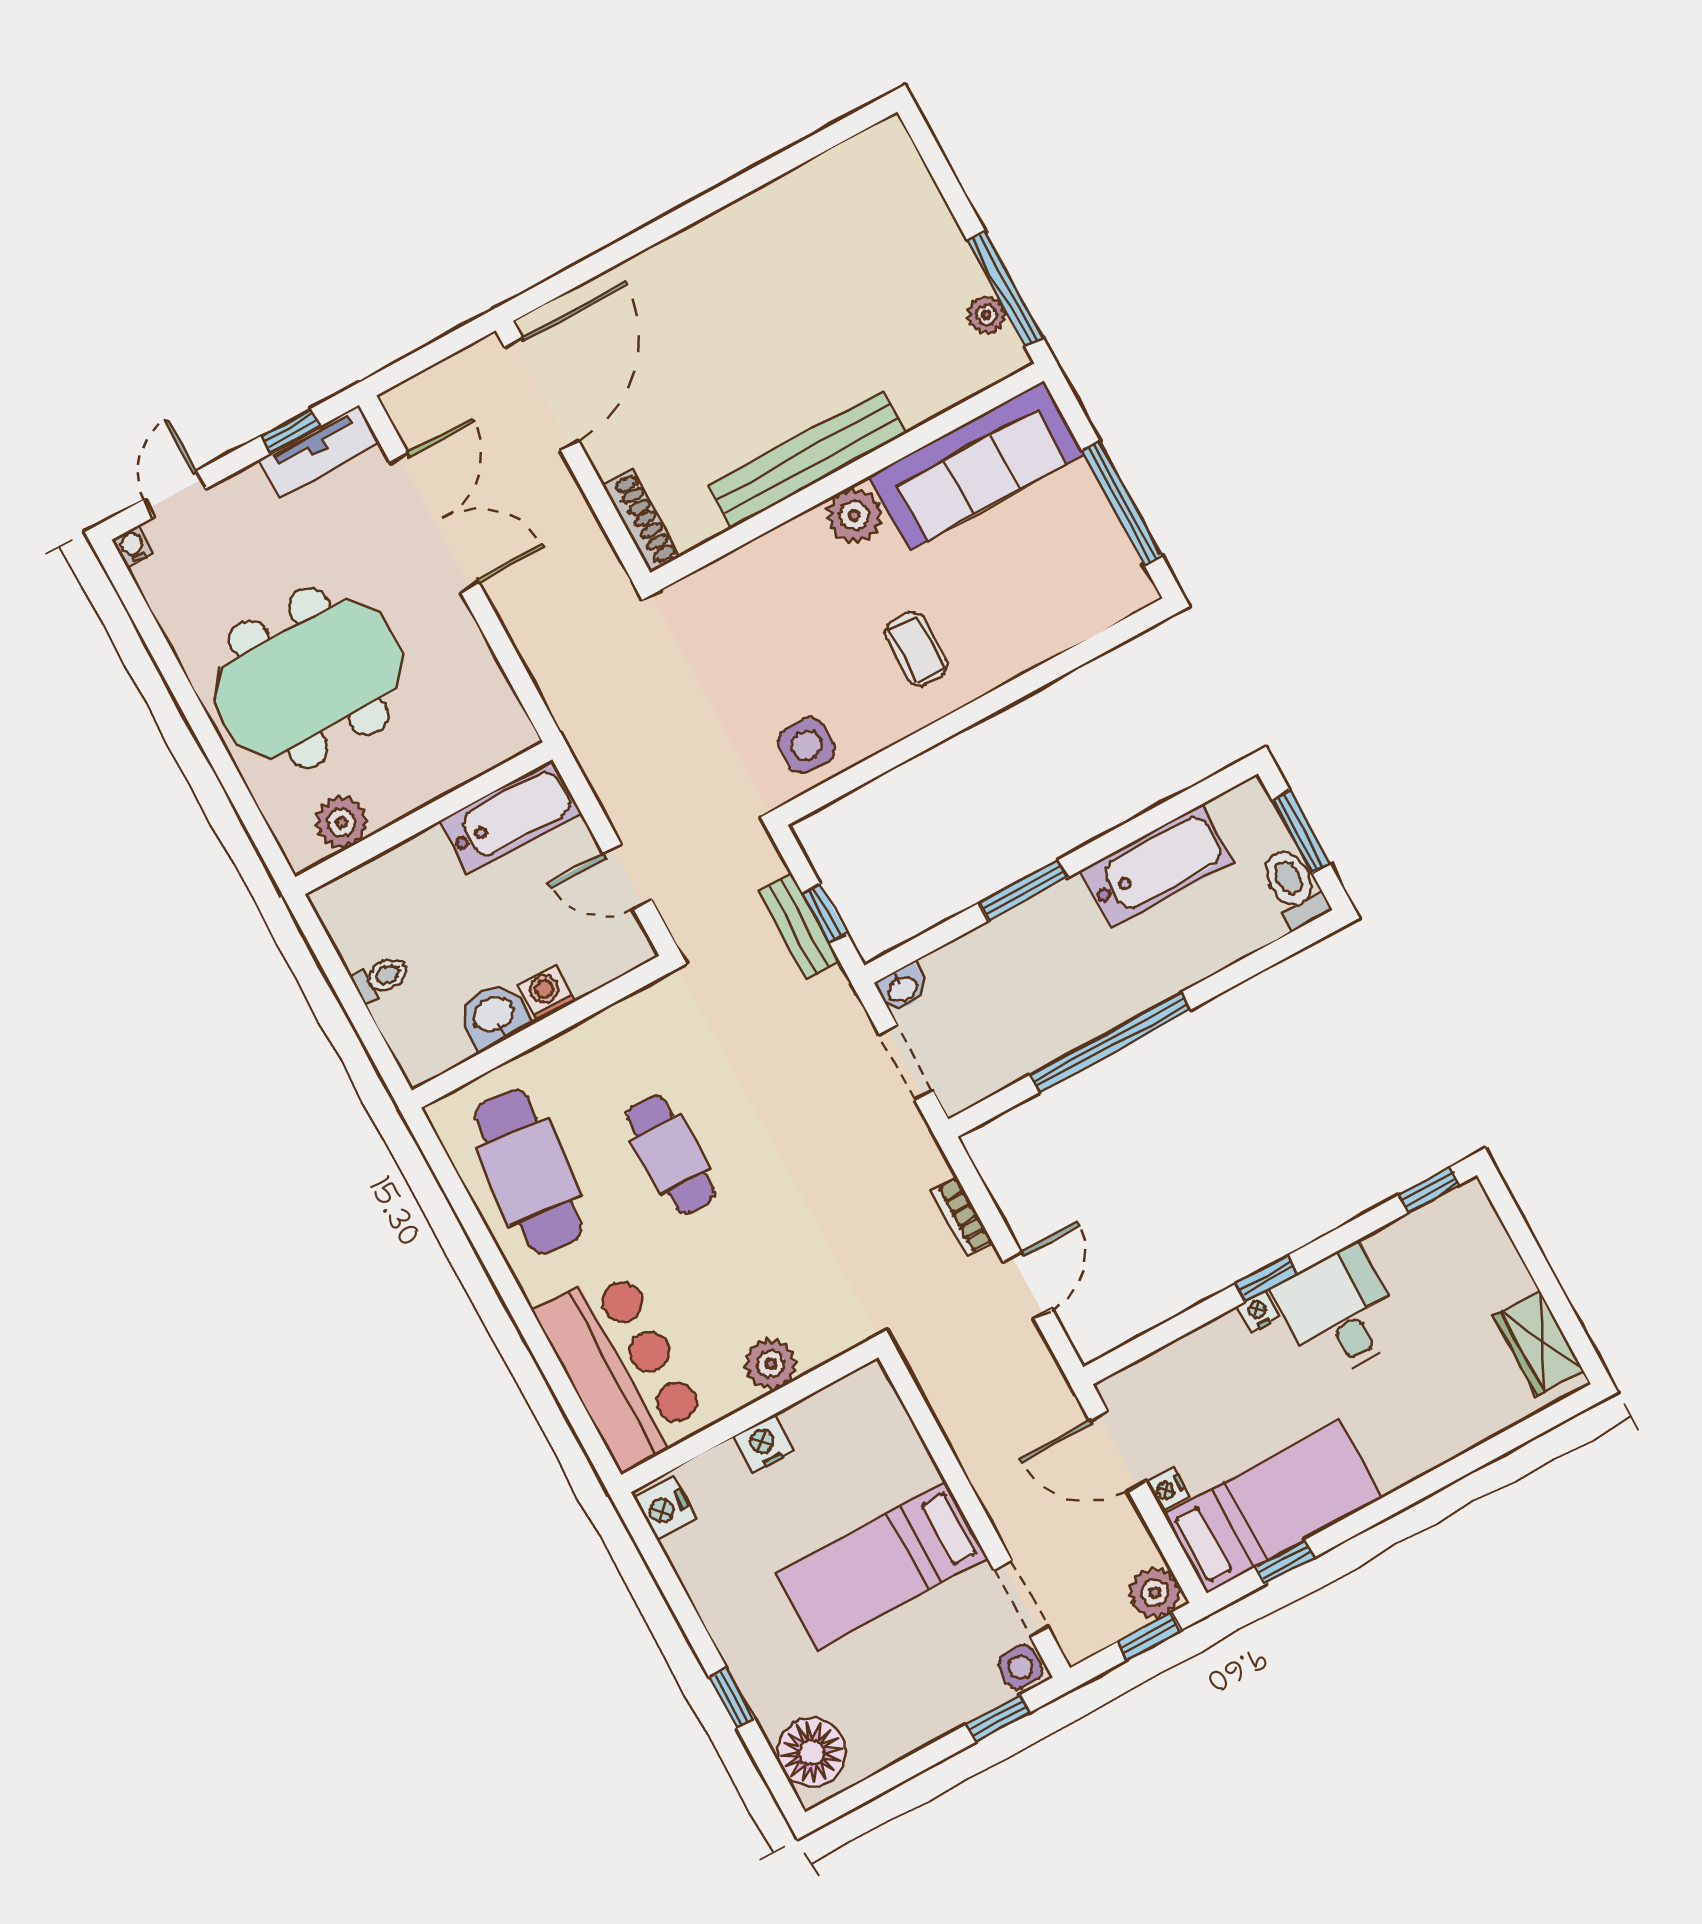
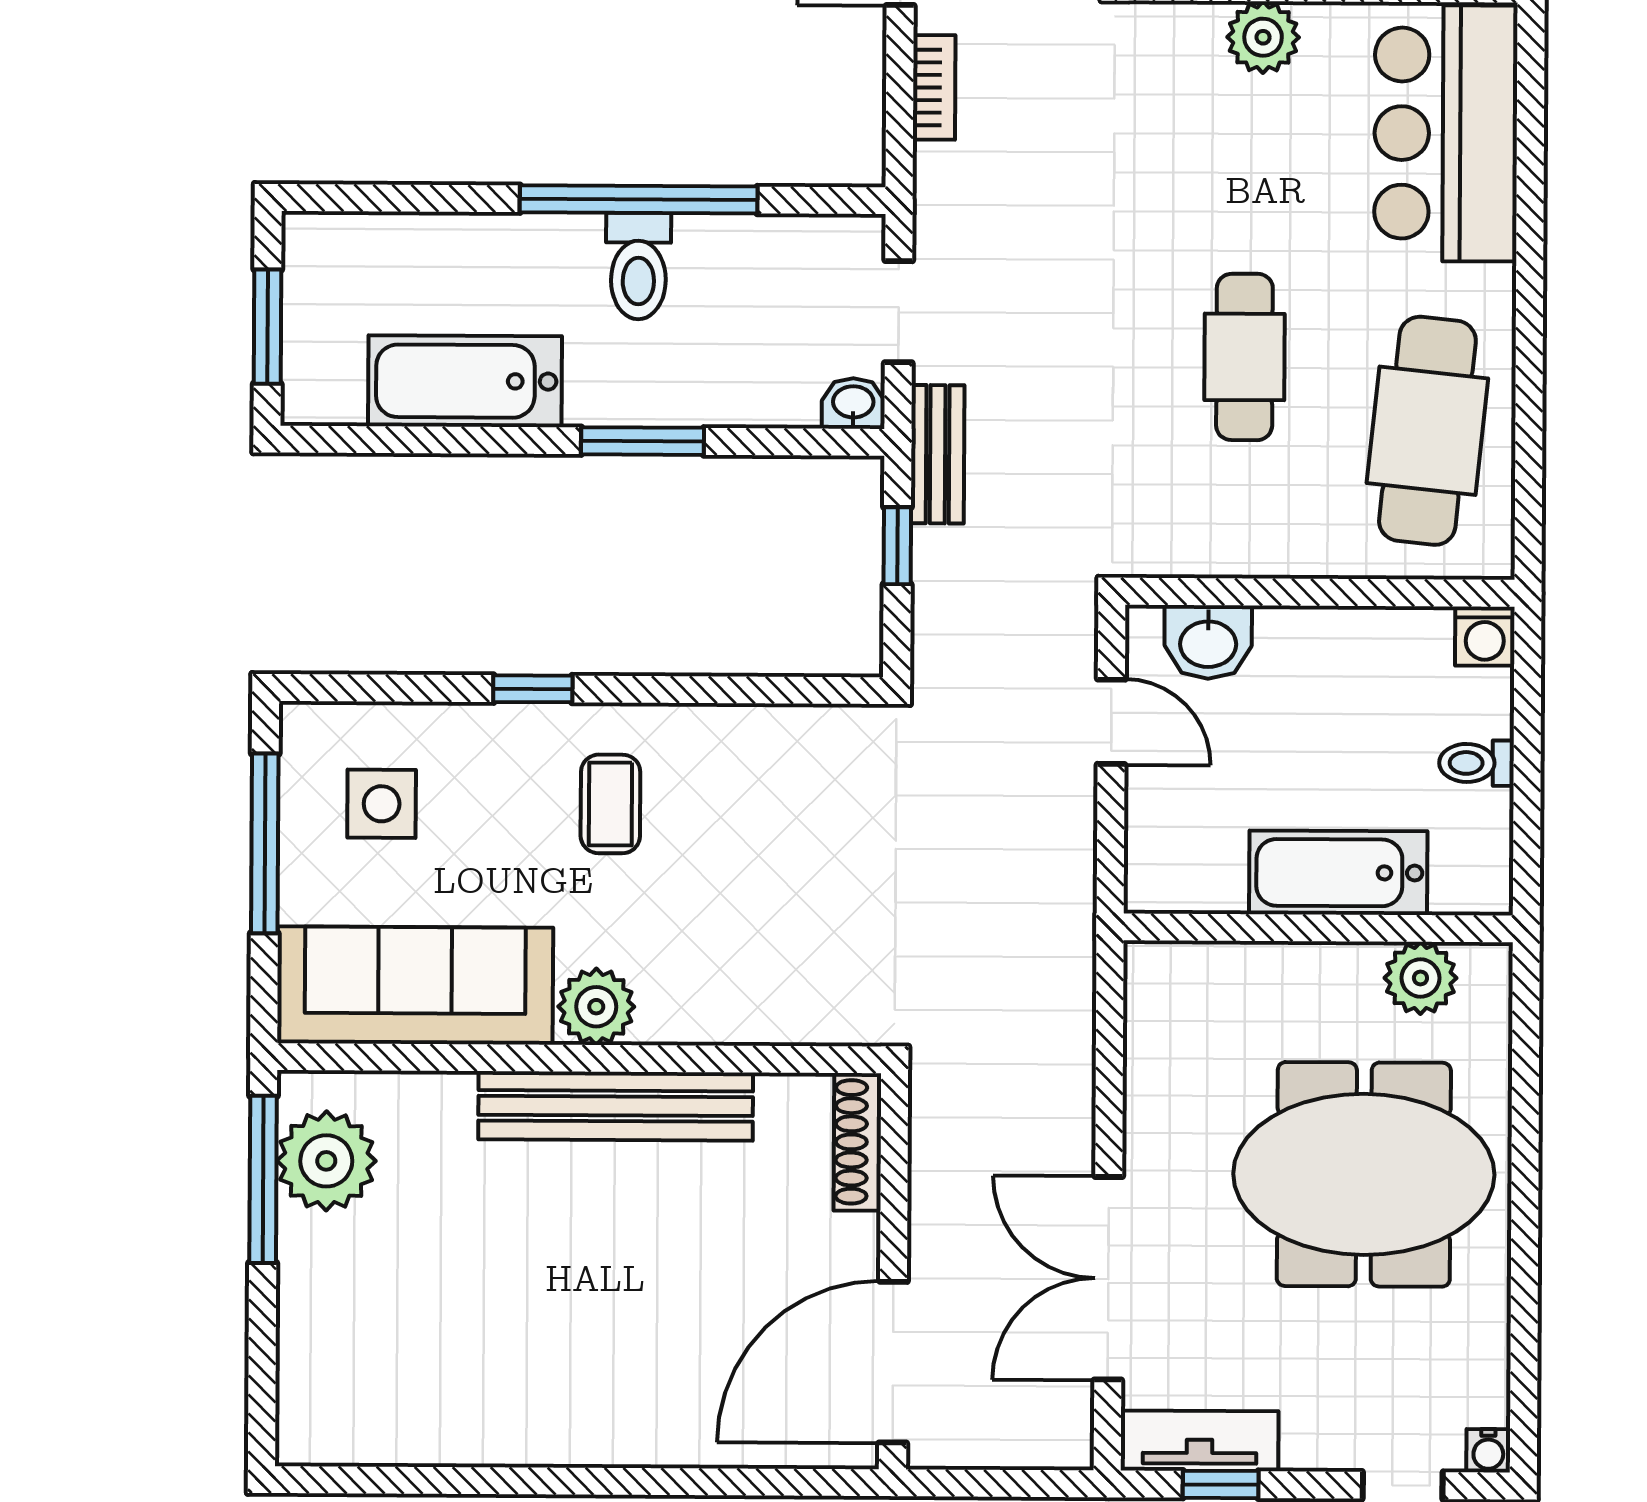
plant: (986, 315) -> (326, 1161), width x1.88, depth x1.88
window: (1006, 695) -> (533, 689), added
side table: (806, 745) -> (382, 804), moved
bathtub: (510, 817) -> (1338, 873), moved
toilet: (1294, 887) -> (638, 266), moved
bench: (799, 927) -> (938, 454), moved
washing machine: (546, 993) -> (1485, 636), moved
washbasin: (494, 1016) -> (1208, 642), moved

